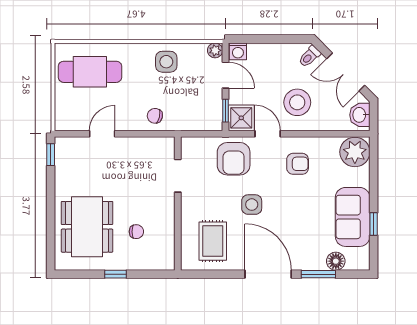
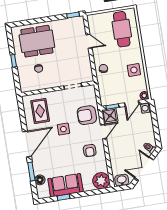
stool: (297, 102) -> (123, 145), removed
rug: (213, 241) -> (40, 111), turned 90

